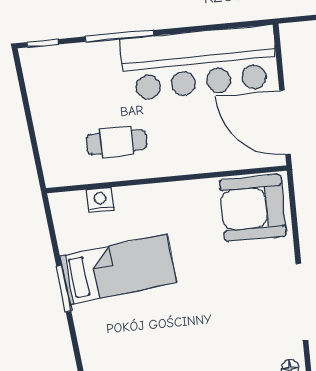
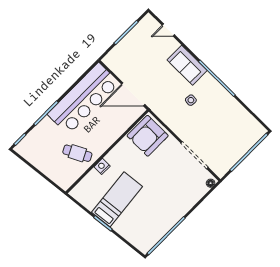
cafe table: (117, 142) -> (77, 153), turned 63
nightstand: (100, 200) -> (102, 166), moved

